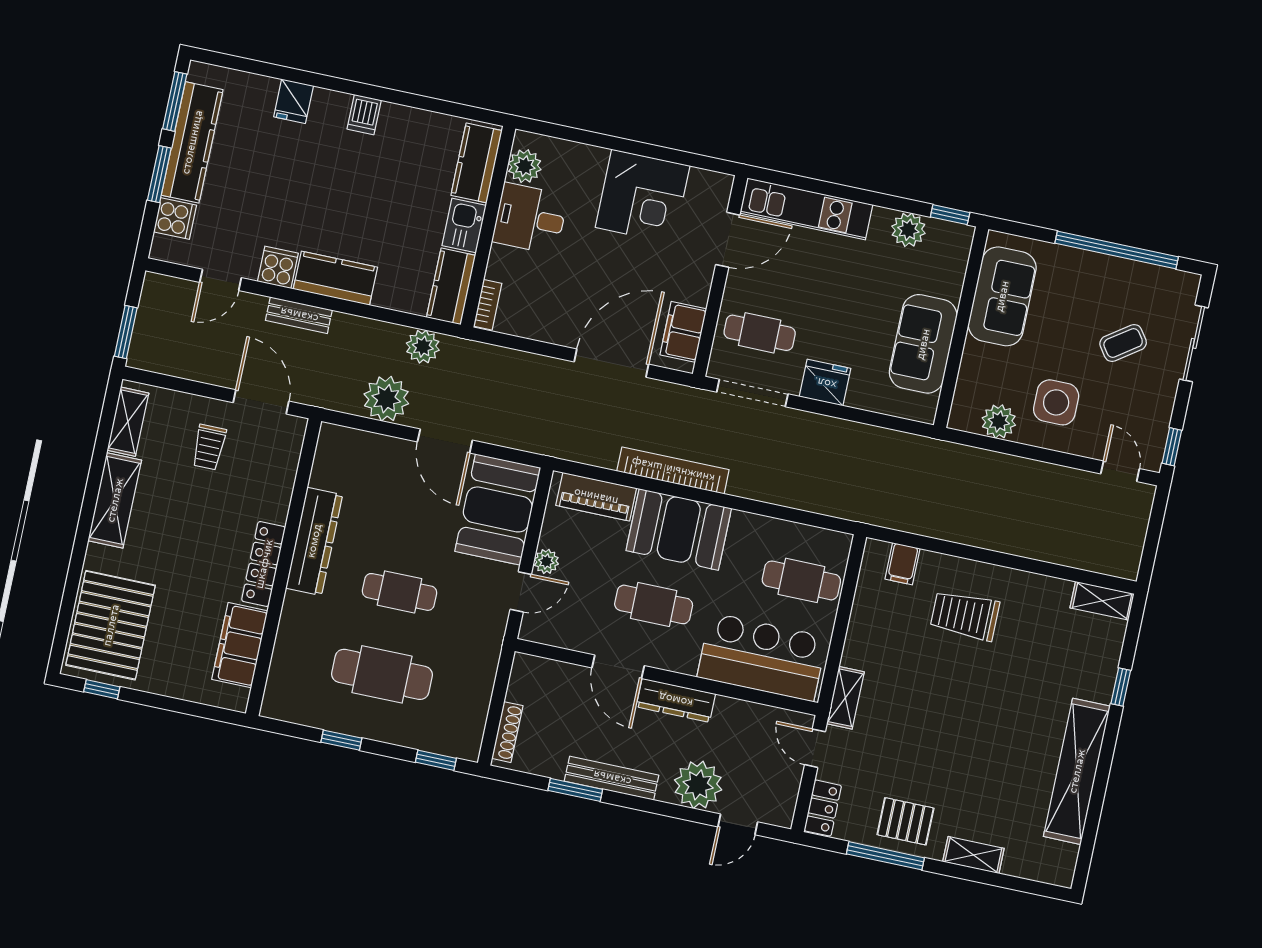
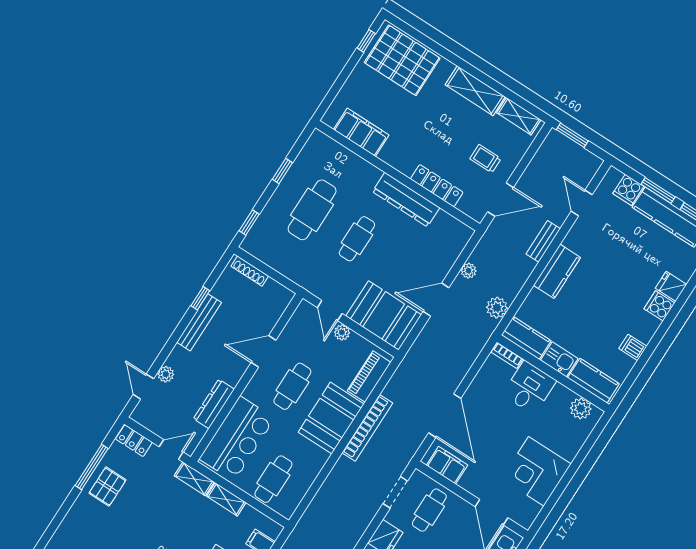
dishwasher: (364, 115) -> (633, 347), moved
desk: (530, 218) -> (529, 388), moved
cooker: (278, 267) -> (659, 306), moved, turned 180
doorway: (752, 393) -> (395, 492), width x0.73
plant: (386, 399) -> (469, 271), width x0.53, depth x0.53
locker: (264, 564) -> (437, 186), moved
dresser: (676, 700) -> (214, 404), moved
plant: (698, 785) -> (166, 374), width x0.53, depth x0.53
window: (575, 790) -> (200, 298), width x0.67
shelving: (973, 855) -> (226, 499), moved, turned 90

